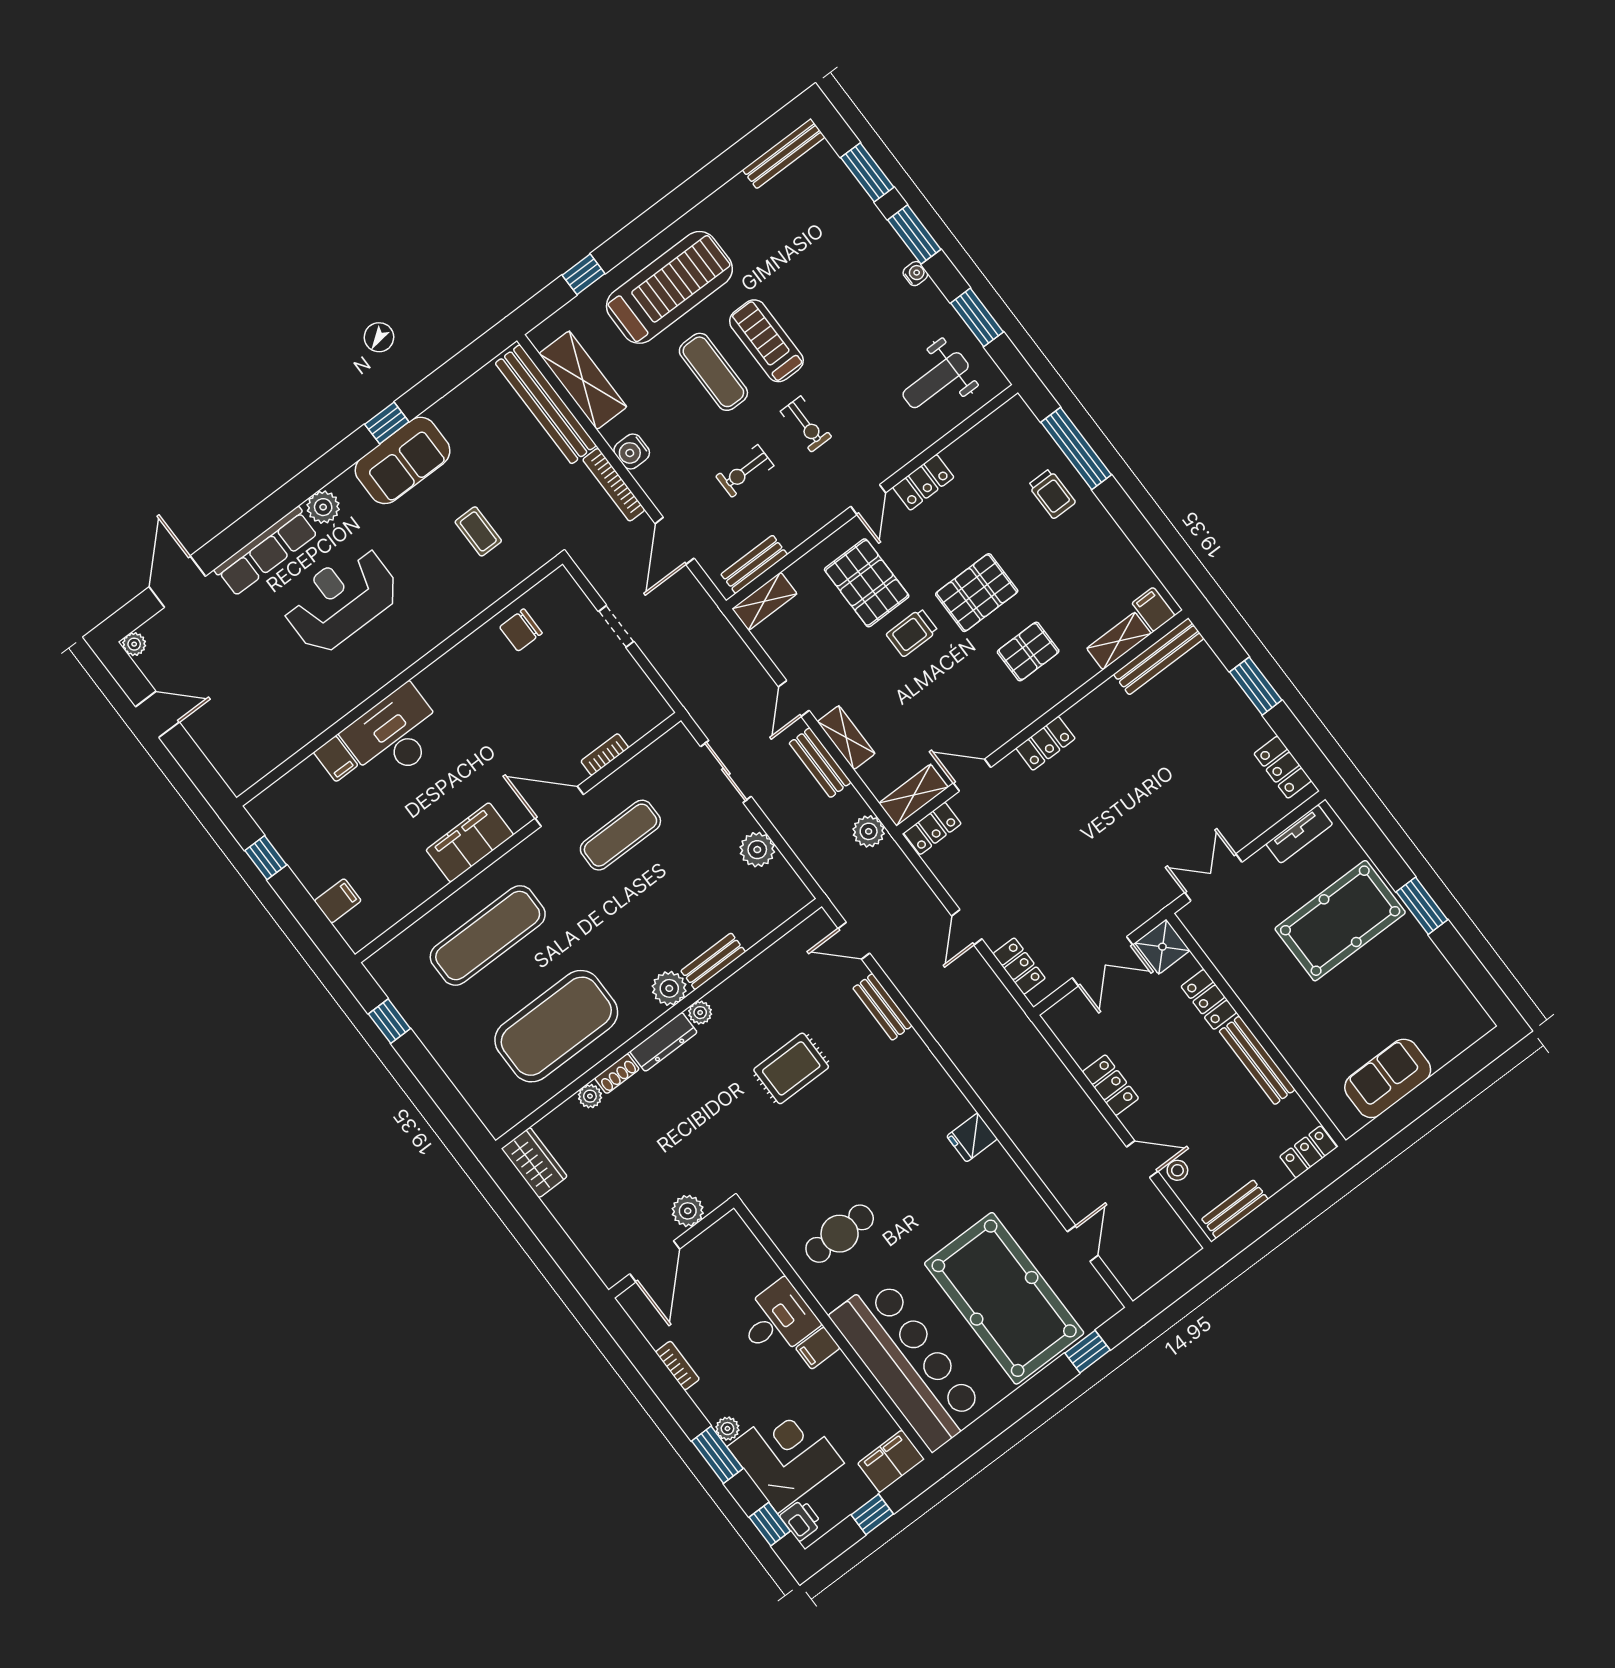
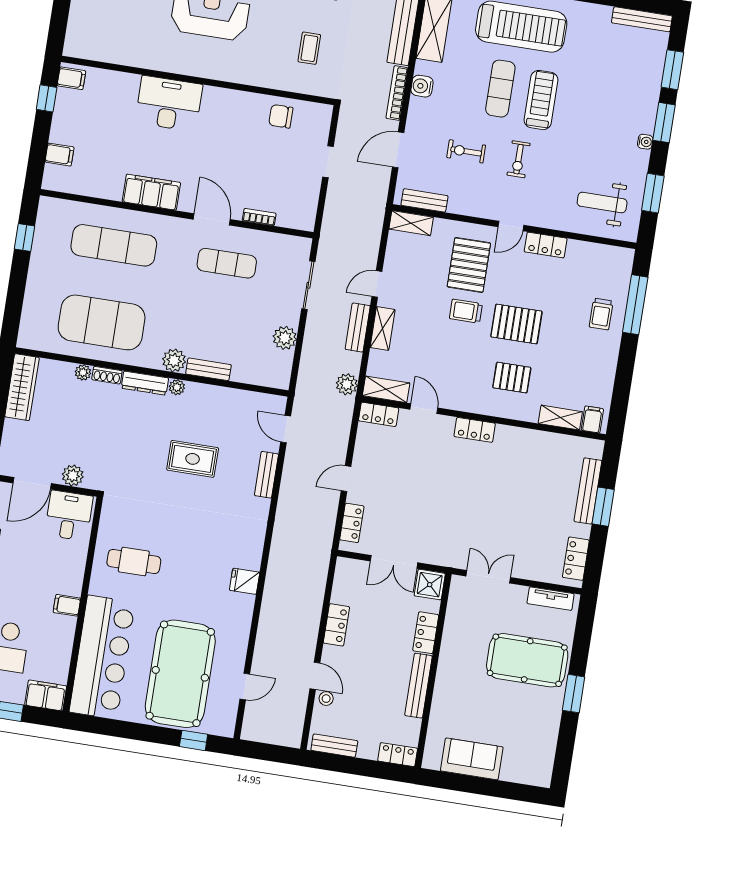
bench: (1159, 656) -> (588, 491), moved, turned 90
filing cabinet: (336, 759) -> (71, 78), moved, turned -90
wardrobe: (534, 1163) -> (22, 387), width x1.50
desk: (777, 1320) -> (69, 516), moved, turned -90

